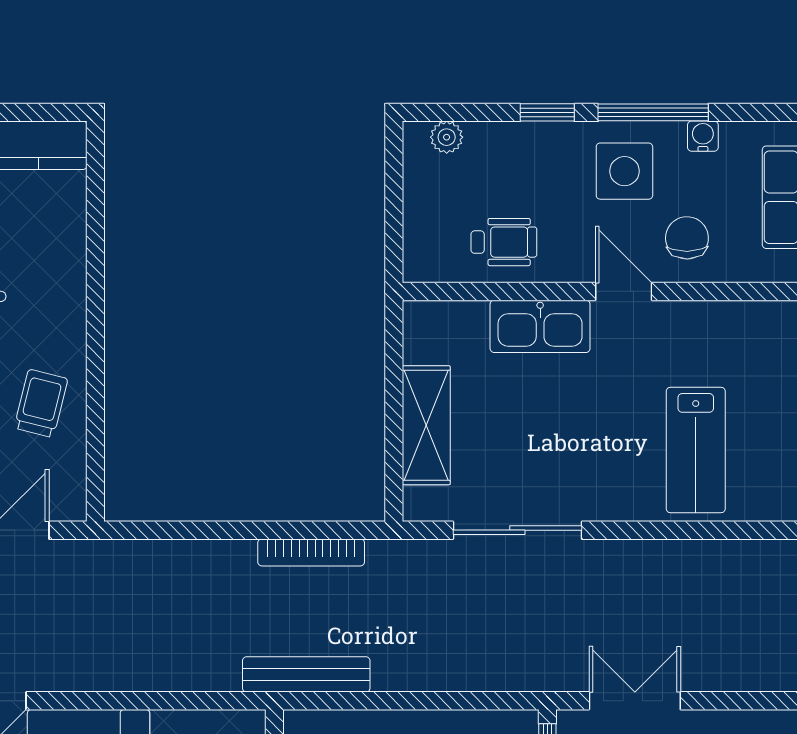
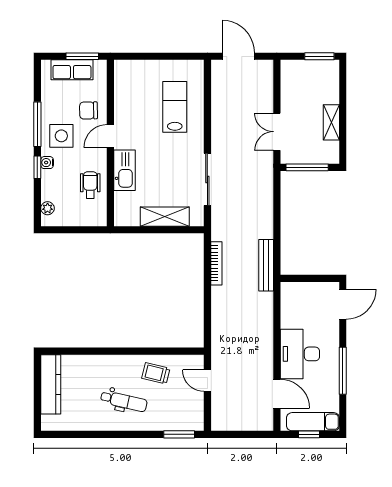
water cooler: (703, 136) -> (47, 163), moved
lab bench: (696, 450) -> (175, 107), turned -90

